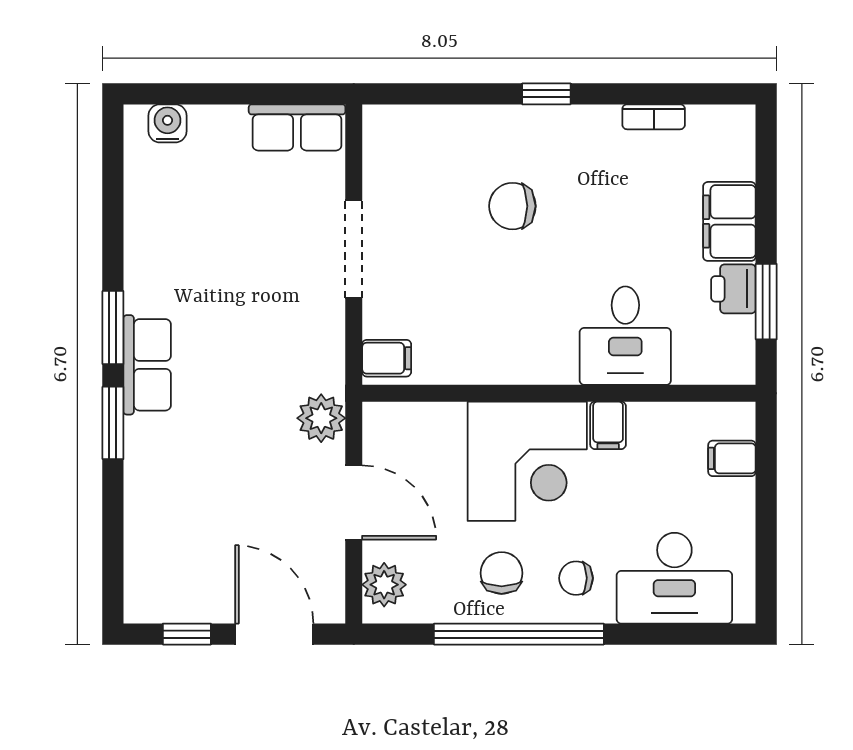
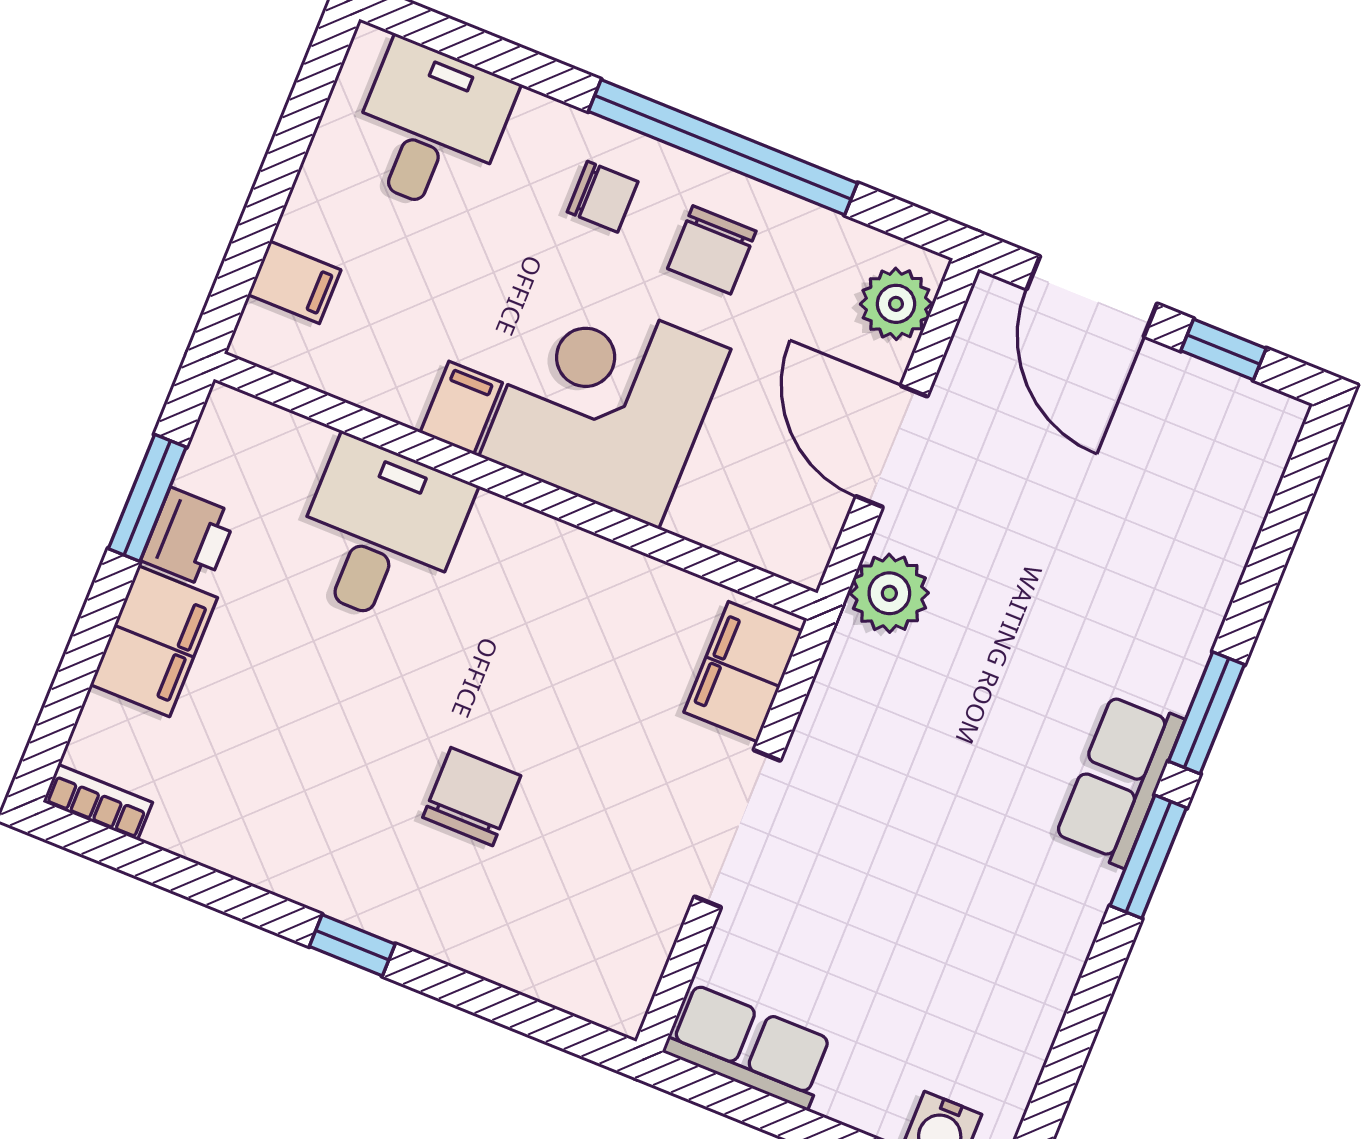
bookcase: (654, 117) -> (98, 802), moved
chair: (512, 206) -> (472, 797), turned -90
filing cabinet: (387, 358) -> (743, 672), width x2.00
desk: (674, 578) -> (431, 127), width x0.73

